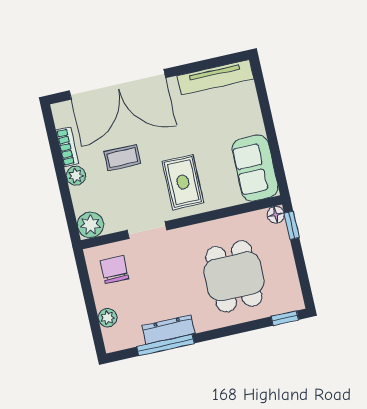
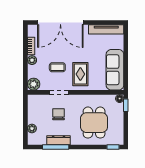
coffee table: (122, 158) -> (57, 67), moved
sofa: (255, 168) -> (115, 70), width x1.36
chair: (114, 270) -> (58, 114), moved

